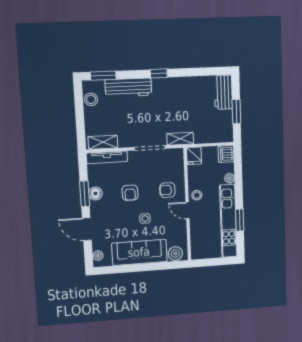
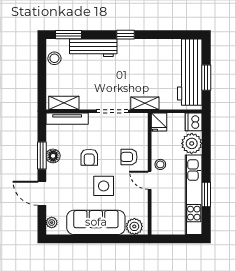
workbench: (223, 92) -> (190, 72), width x1.88, depth x1.32
plant: (229, 178) -> (192, 143), width x1.88, depth x1.88
side table: (145, 218) -> (104, 186), width x1.87, depth x1.87

